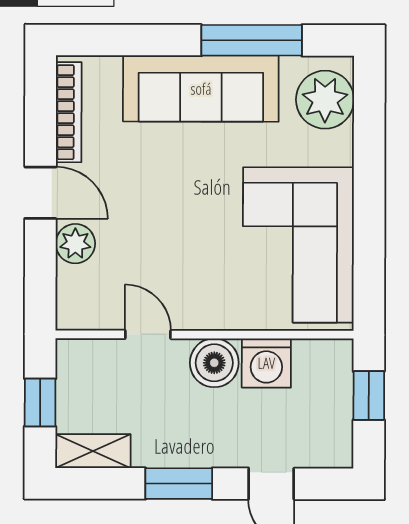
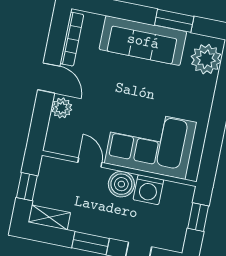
window: (252, 40) -> (174, 21), width x0.69
corner sofa: (298, 245) -> (150, 143), moved, turned 90

